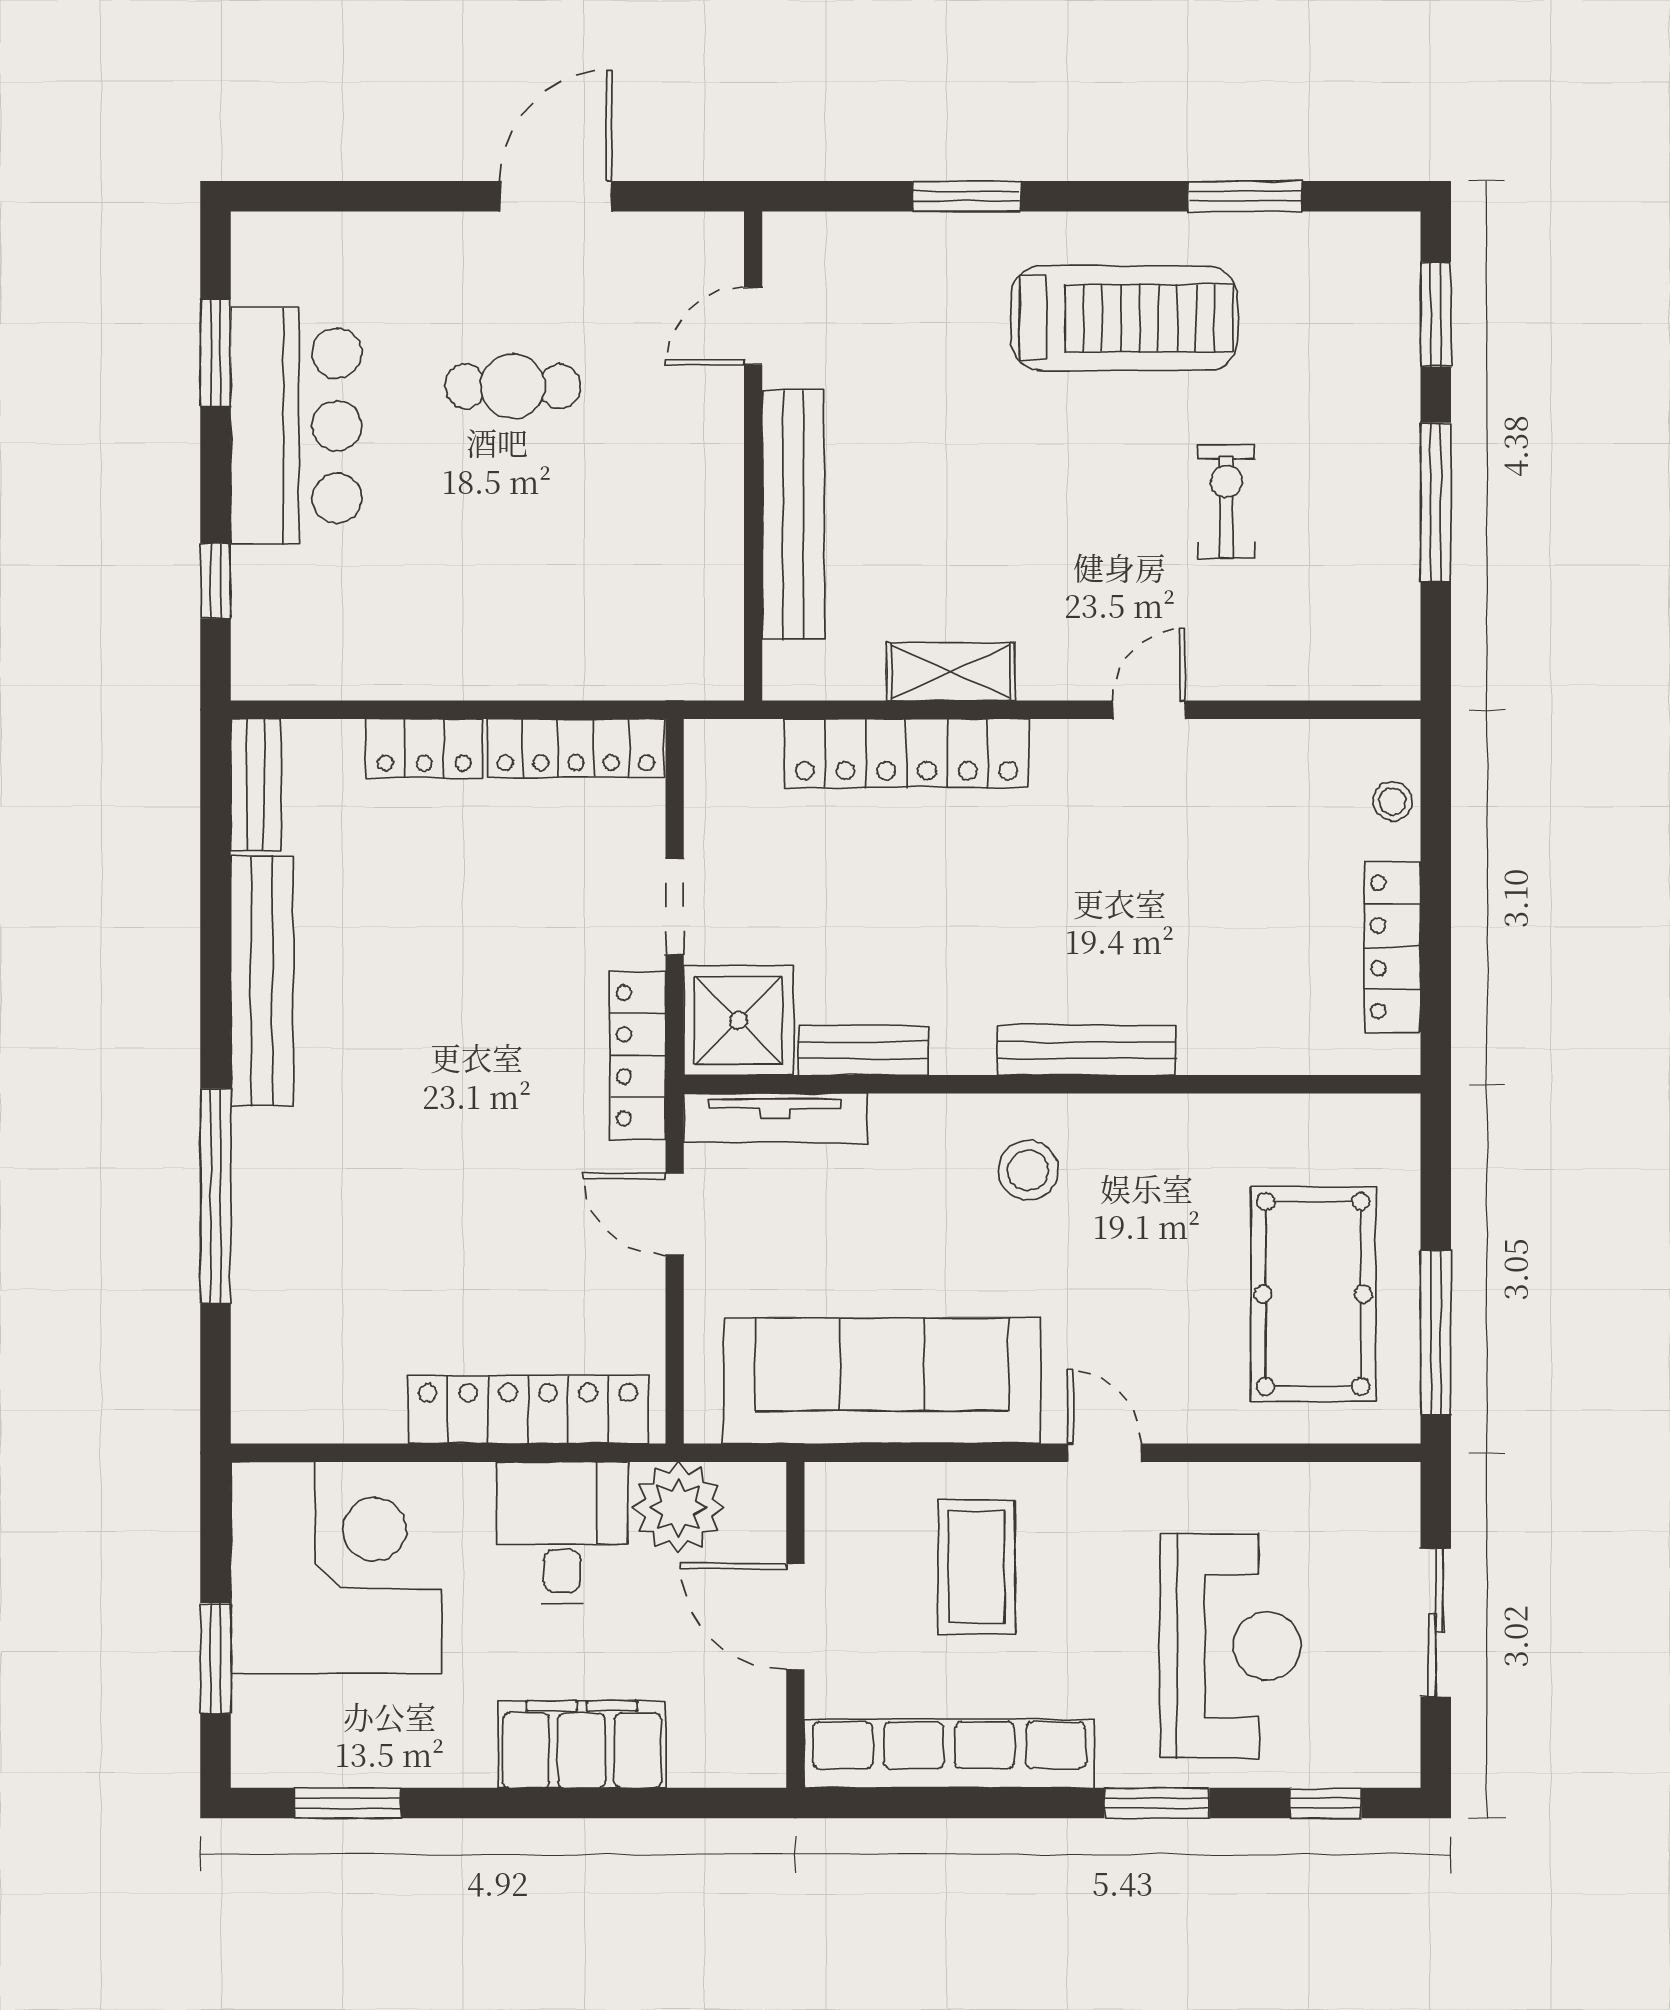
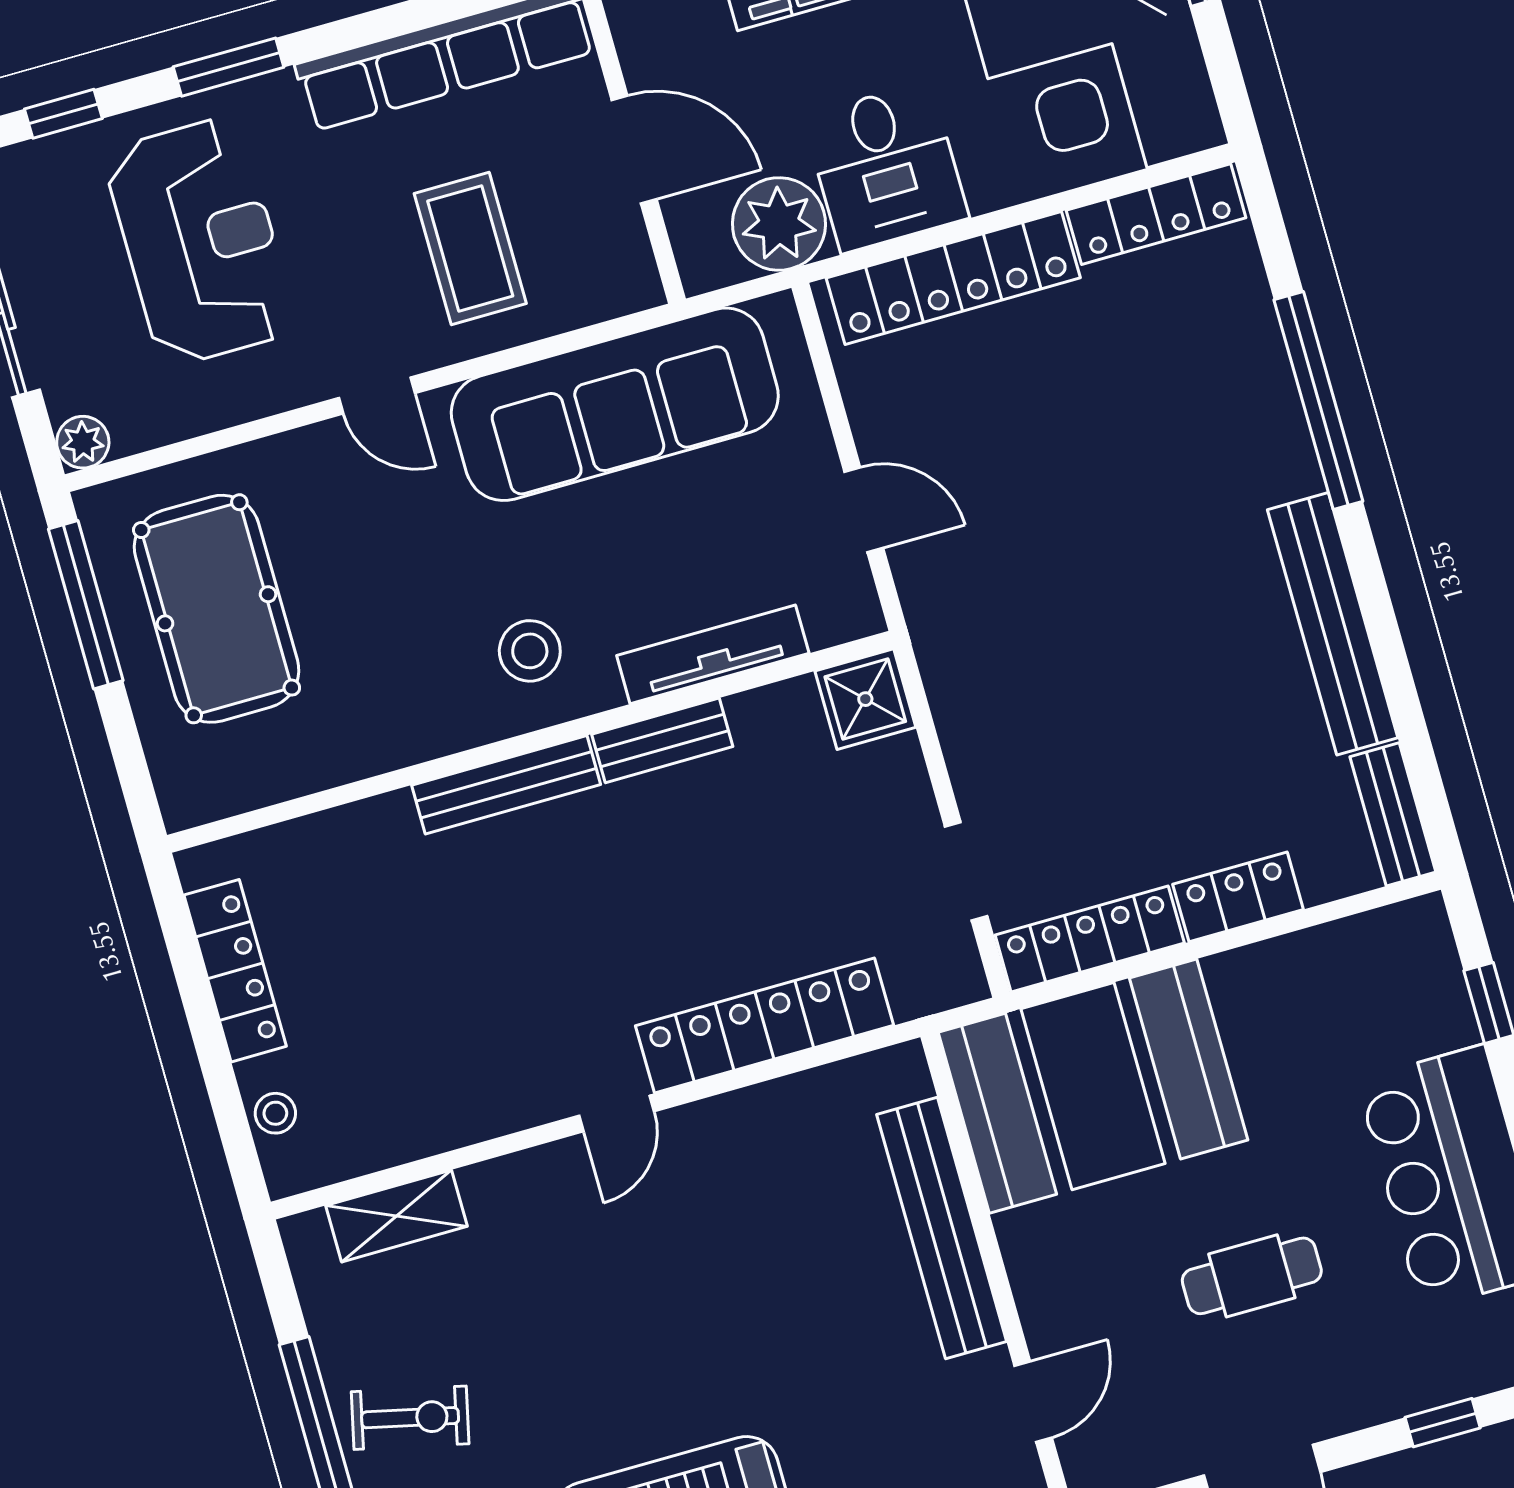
window: (372, 196) -> (1443, 1423), added
exercise bike: (1226, 502) -> (410, 1418), moved, turned -77
booth: (612, 608) -> (1093, 1086), added
shelving: (951, 672) -> (396, 1216), moved
door: (1149, 710) -> (617, 1113), moved
doorway: (675, 907) -> (966, 871), moved
shower: (738, 1020) -> (865, 699), width x0.73, depth x0.73
bench: (863, 1050) -> (662, 740), moved
locker: (638, 1056) -> (1156, 214), moved, turned 90
tv unit: (775, 1118) -> (713, 654), moved
plant: (1395, 1487) -> (83, 442), added
reception desk: (1230, 1646) -> (200, 241), turned 180

